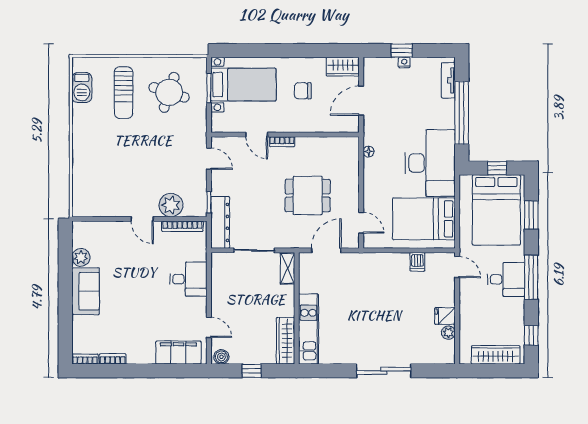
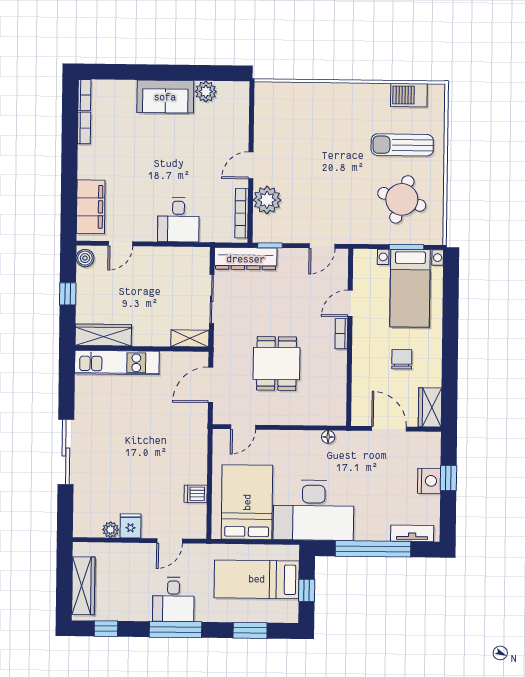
nightstand: (404, 62) -> (429, 481), width x1.89, depth x1.79
bed: (496, 210) -> (257, 579), width x0.67
door: (326, 250) -> (211, 385), swing flipped
door: (457, 267) -> (170, 541), moved

